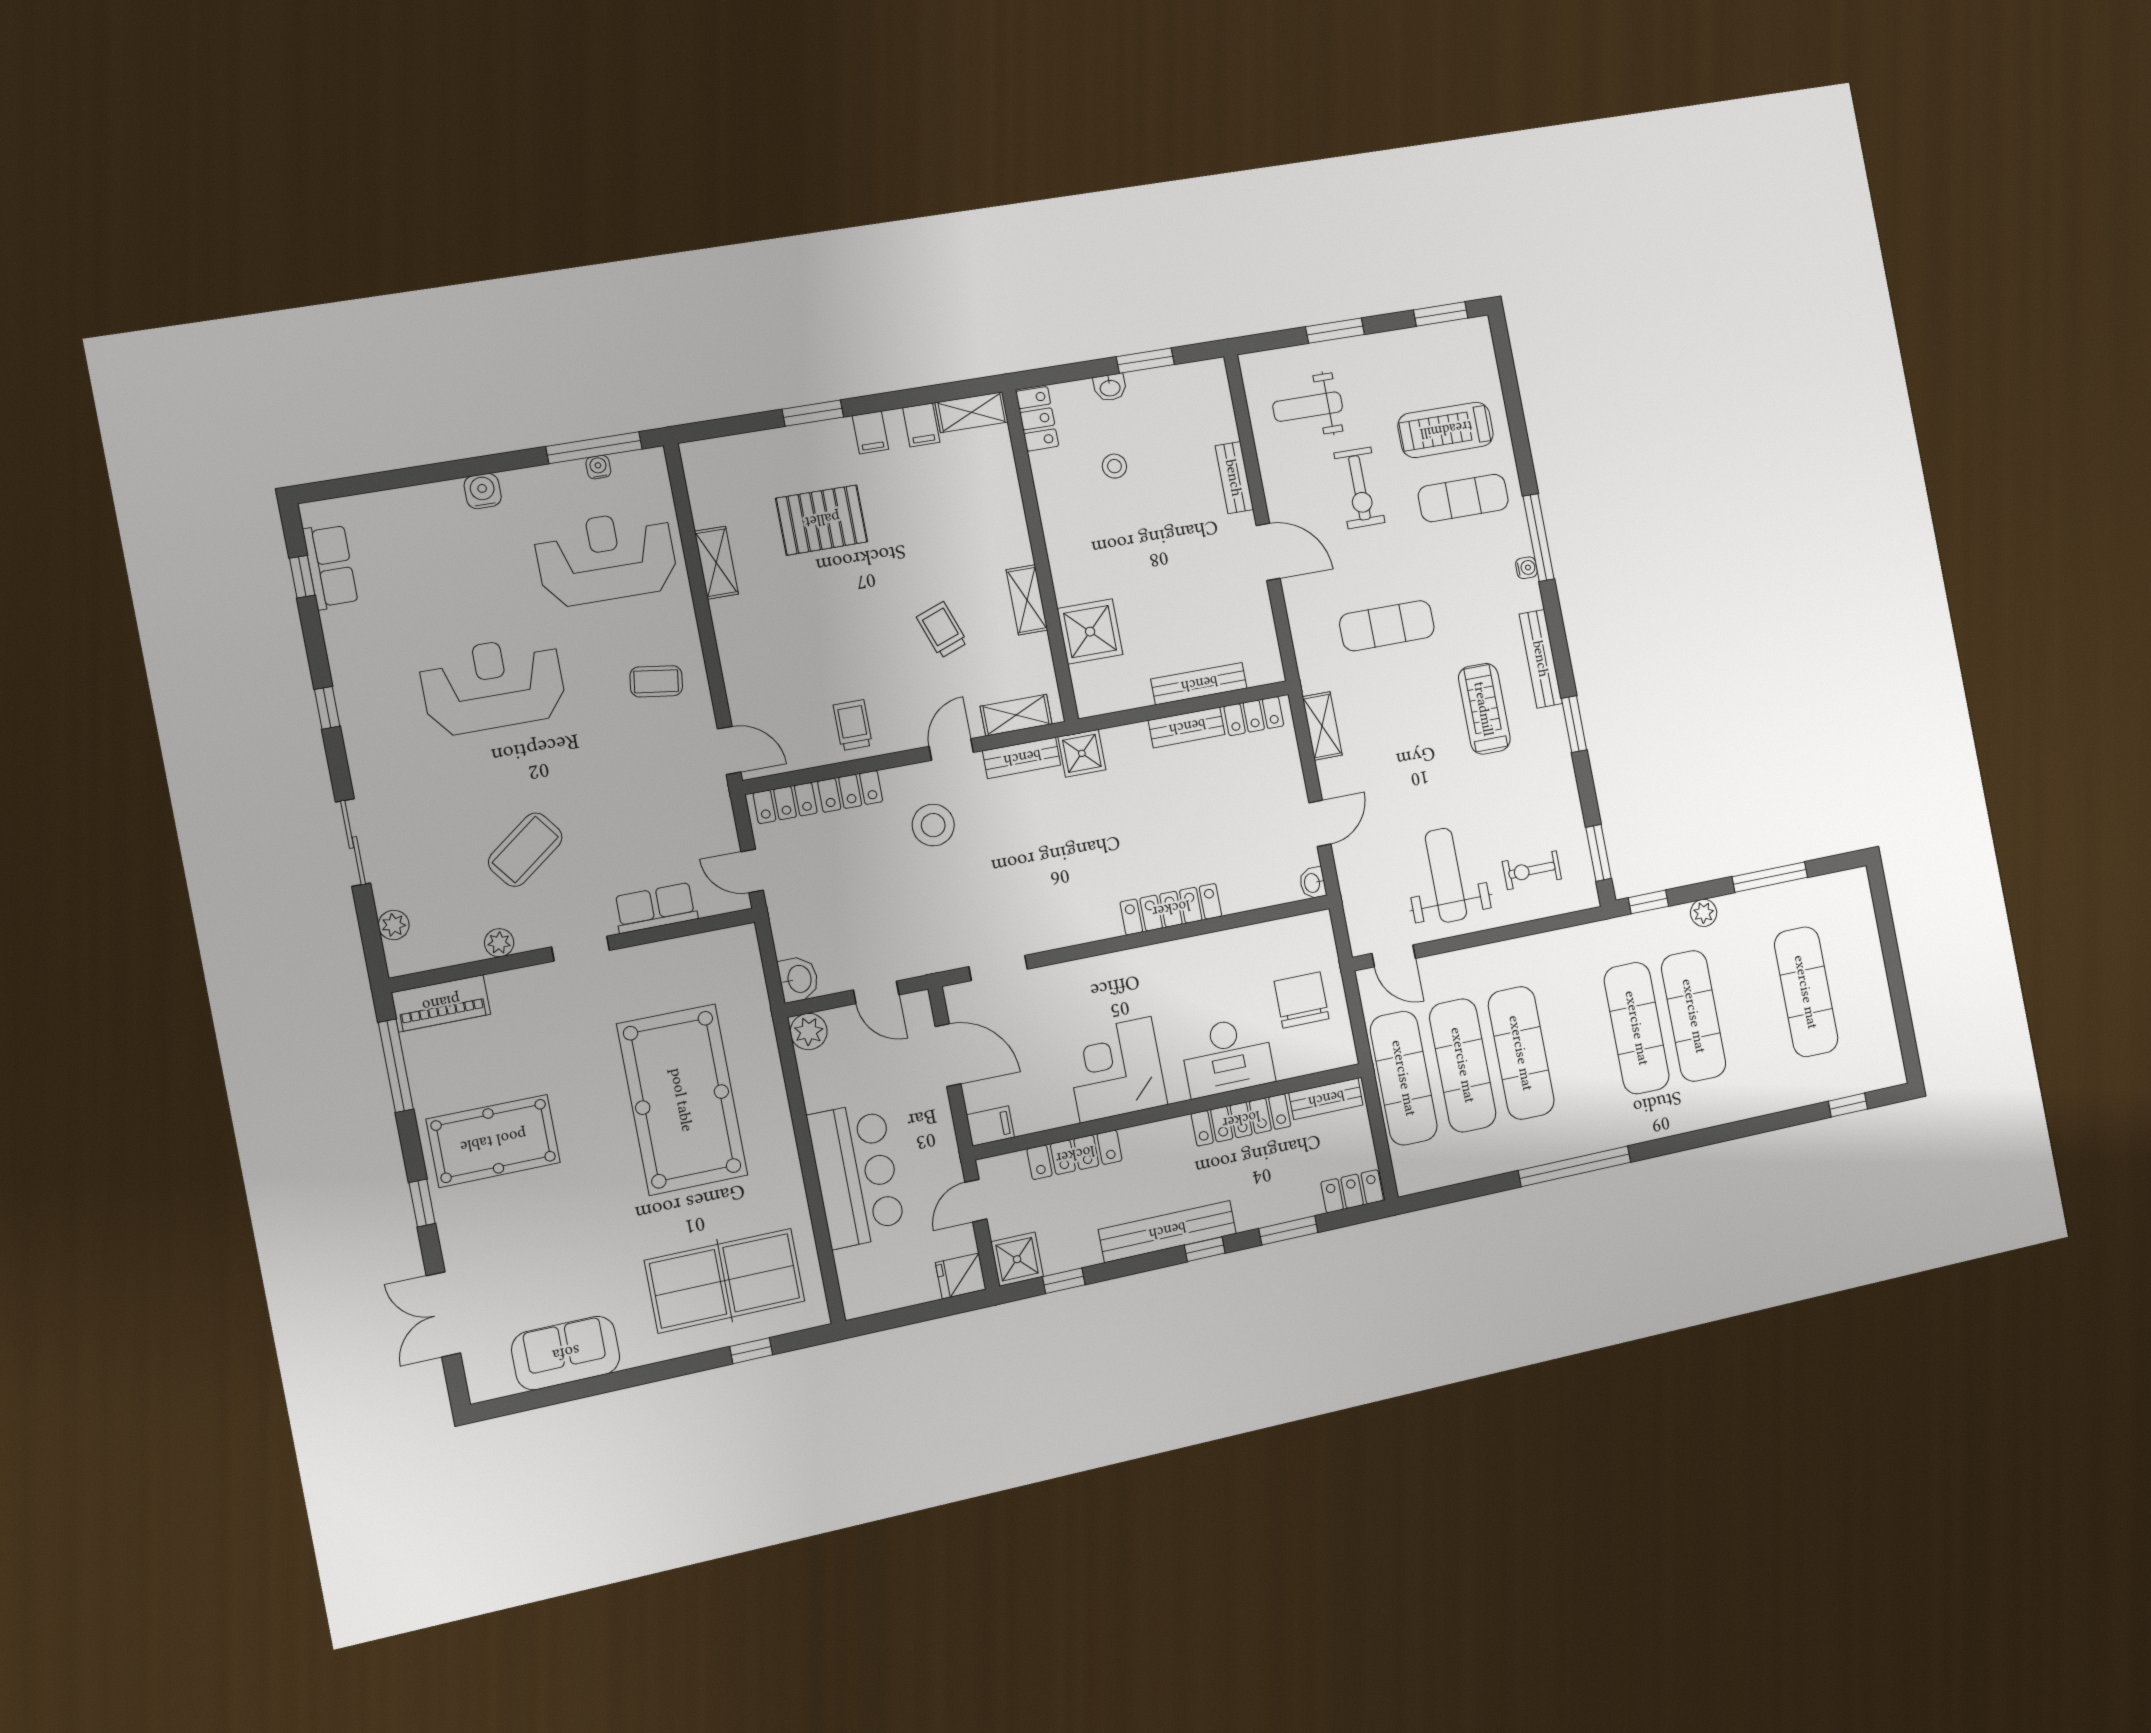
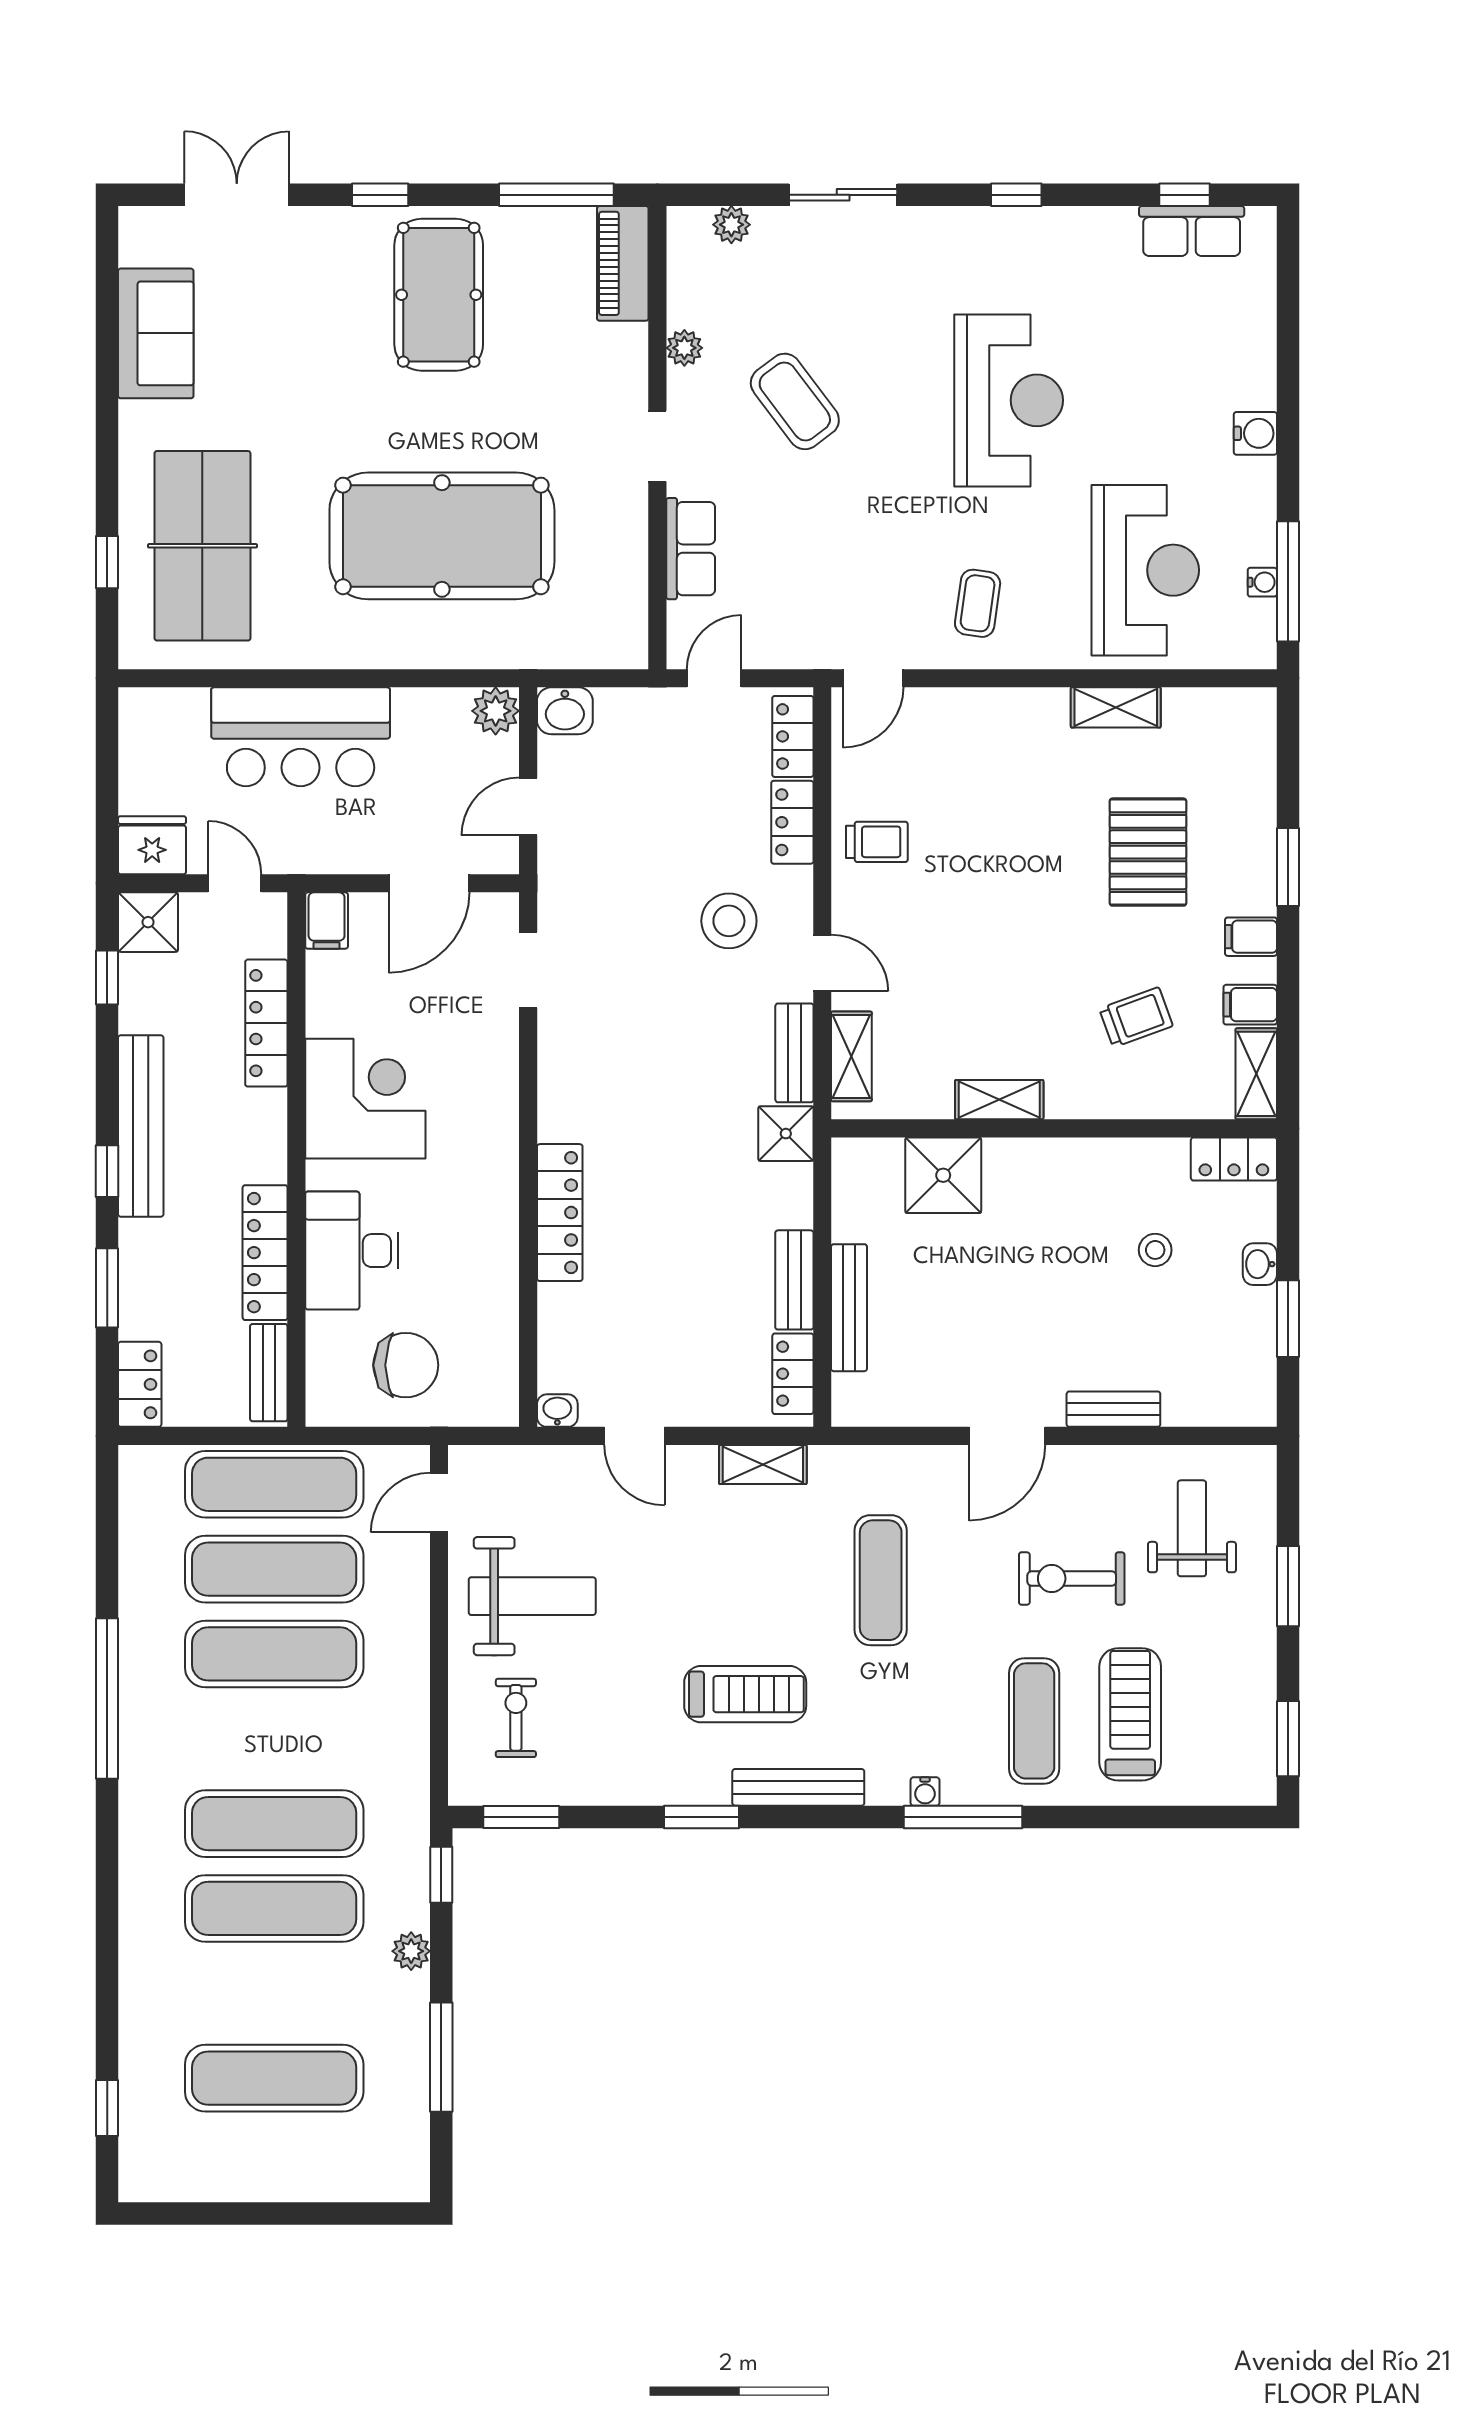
trolley: (942, 630) -> (1136, 1017), moved
fridge: (961, 1276) -> (152, 845), width x1.38

